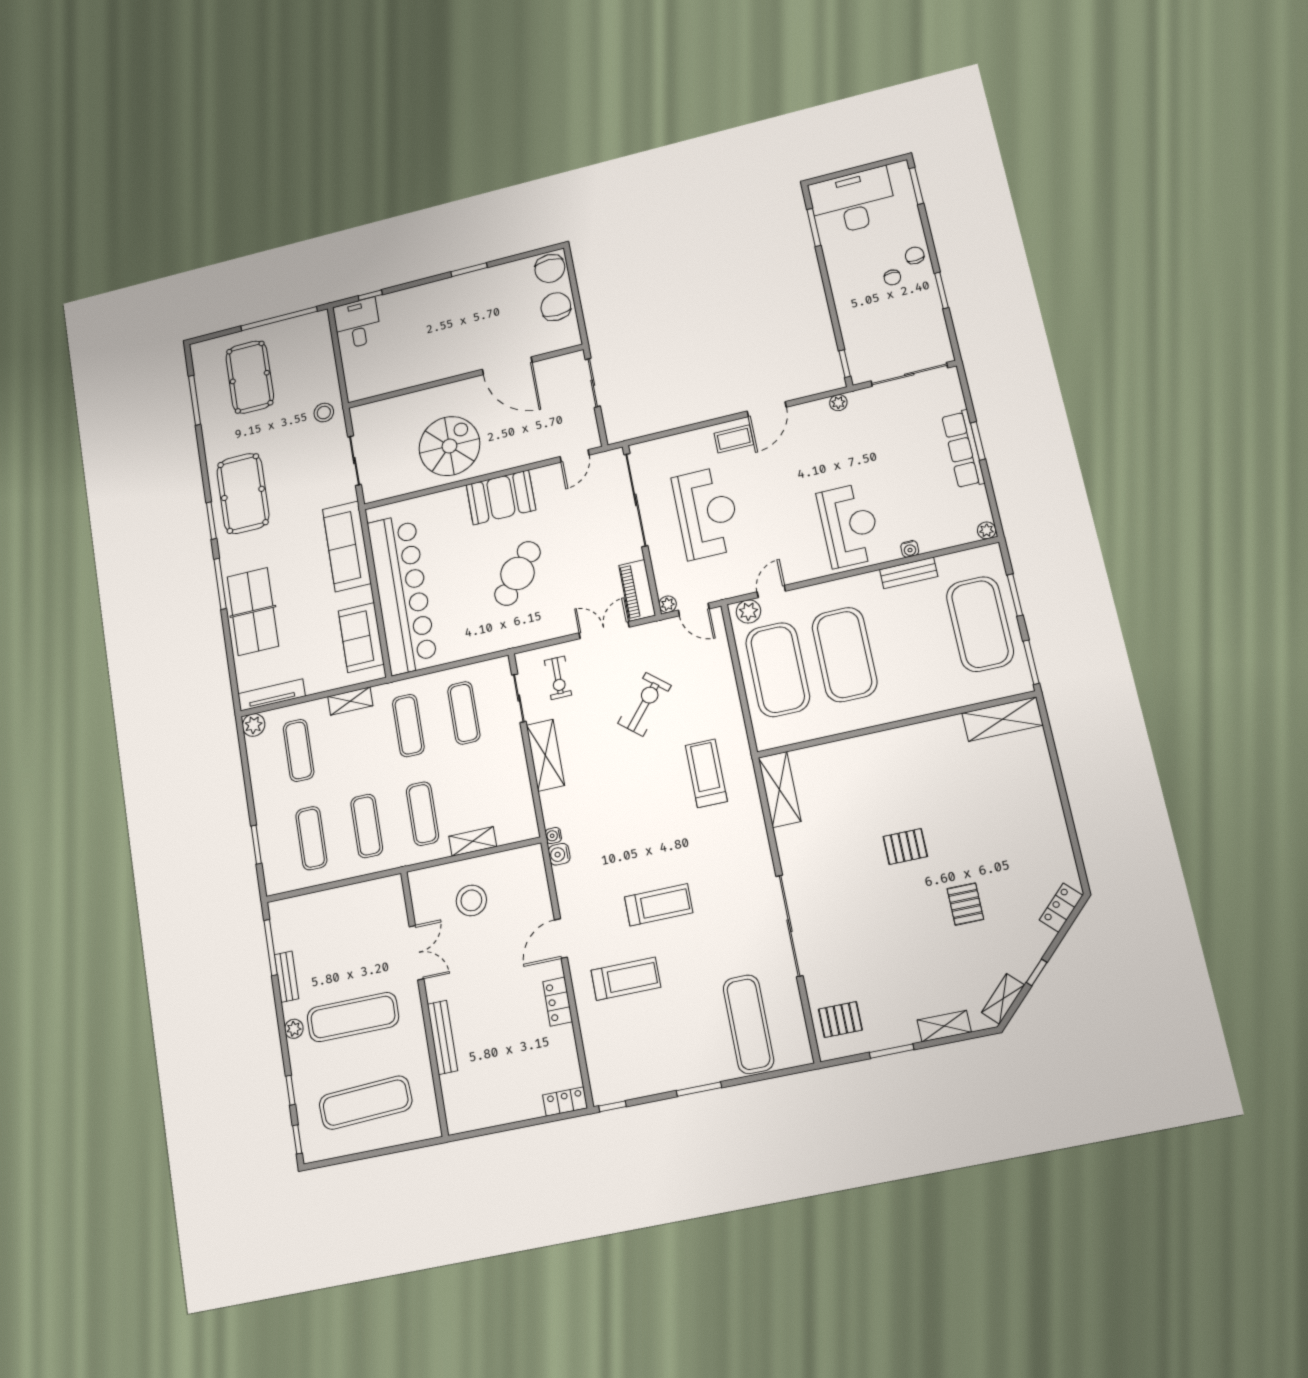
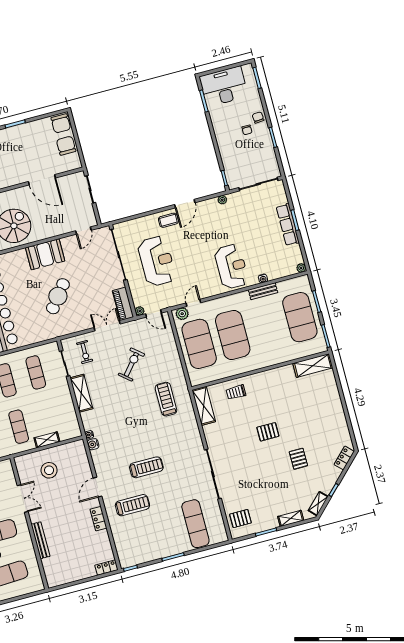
trolley: (845, 765) -> (236, 392), added

